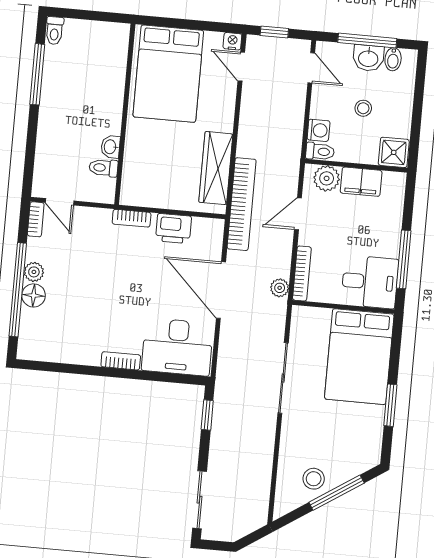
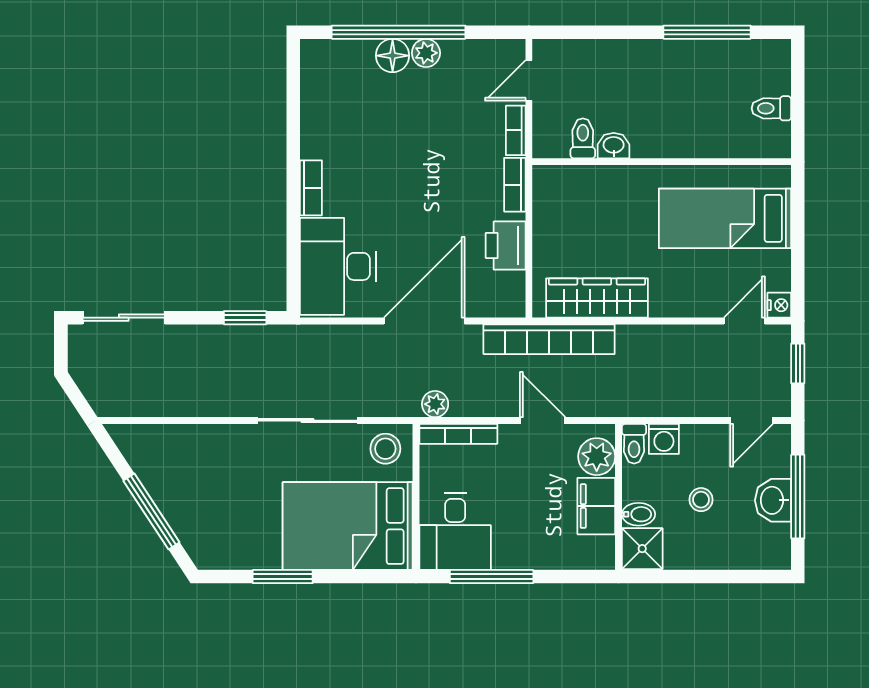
toilet: (54, 31) -> (771, 108), moved
bidet: (393, 59) -> (638, 514), moved, turned 180
bed: (168, 74) -> (725, 218), width x0.67
bookcase: (36, 219) -> (516, 130), moved, turned 90
stool: (314, 479) -> (385, 449), moved

